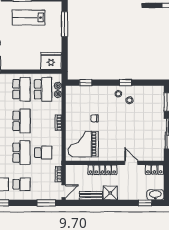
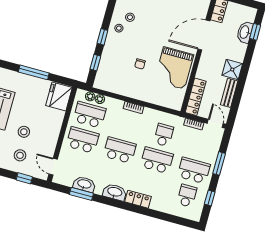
window: (65, 24) -> (34, 72), moved
stool: (15, 41) -> (24, 132), added
window: (126, 83) -> (102, 37), moved
grand piano: (83, 144) -> (174, 68), moved
door: (131, 163) -> (204, 35), width x1.88
locker: (102, 170) -> (196, 97), moved
school desk: (21, 184) -> (194, 170), width x1.85
washbasin: (155, 195) -> (245, 32), moved
window: (46, 203) -> (219, 163), moved

